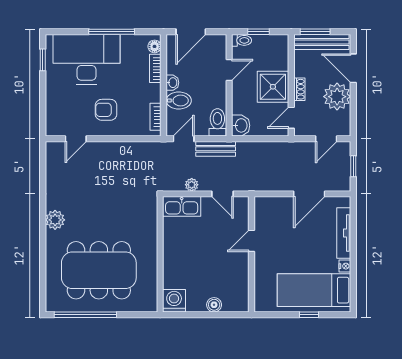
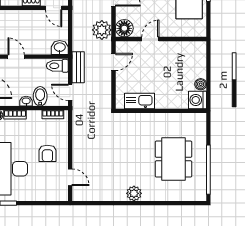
shower: (273, 87) -> (29, 22), removed
plant: (192, 185) -> (102, 30), moved, width x1.88, depth x1.88
kitchen sink: (182, 206) -> (139, 101), moved, turned -90
floor lamp: (265, 208) -> (124, 28), added
door: (252, 241) -> (150, 39), swing flipped
dining table: (99, 270) -> (174, 159), width x0.73, depth x0.80
boiler: (214, 305) -> (201, 84), moved

